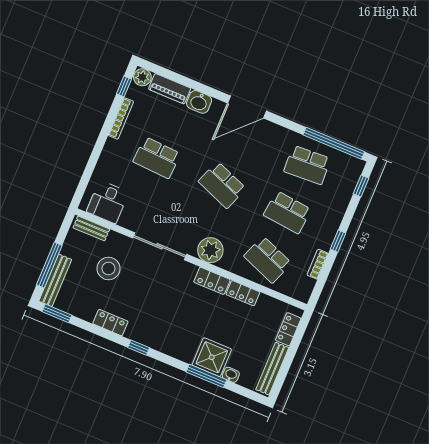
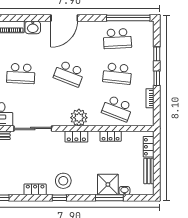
window: (361, 186) -> (157, 54), moved
sliding door: (160, 246) -> (33, 128), moved
stool: (108, 269) -> (63, 181), moved
locker: (212, 281) -> (76, 136), moved
bench: (272, 369) -> (149, 171), width x0.73

